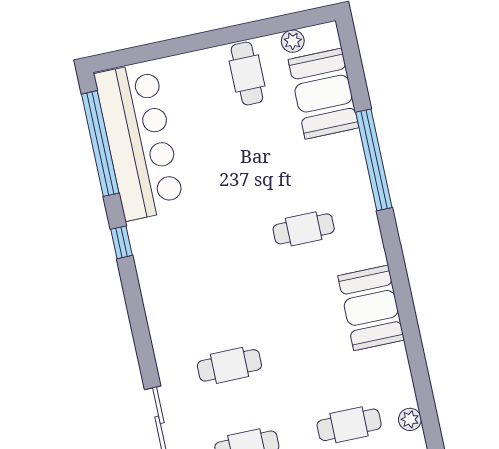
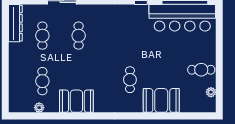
booth: (323, 94) -> (161, 100), moved
window: (374, 160) -> (153, 116), removed
booth: (371, 308) -> (76, 101), moved

